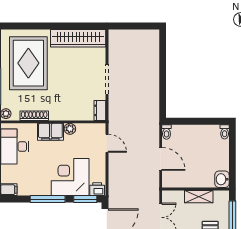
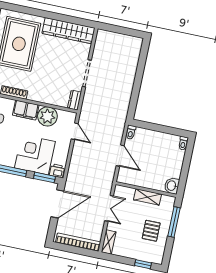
plant: (70, 129) -> (47, 116), width x1.88, depth x1.88

